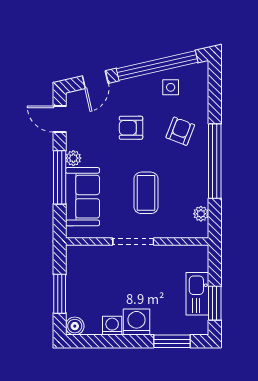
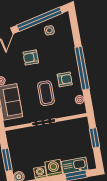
armchair: (180, 131) -> (65, 79), moved, turned 69
kitchen sink: (197, 294) -> (75, 166), moved, turned 90
window: (215, 303) -> (95, 138), moved

